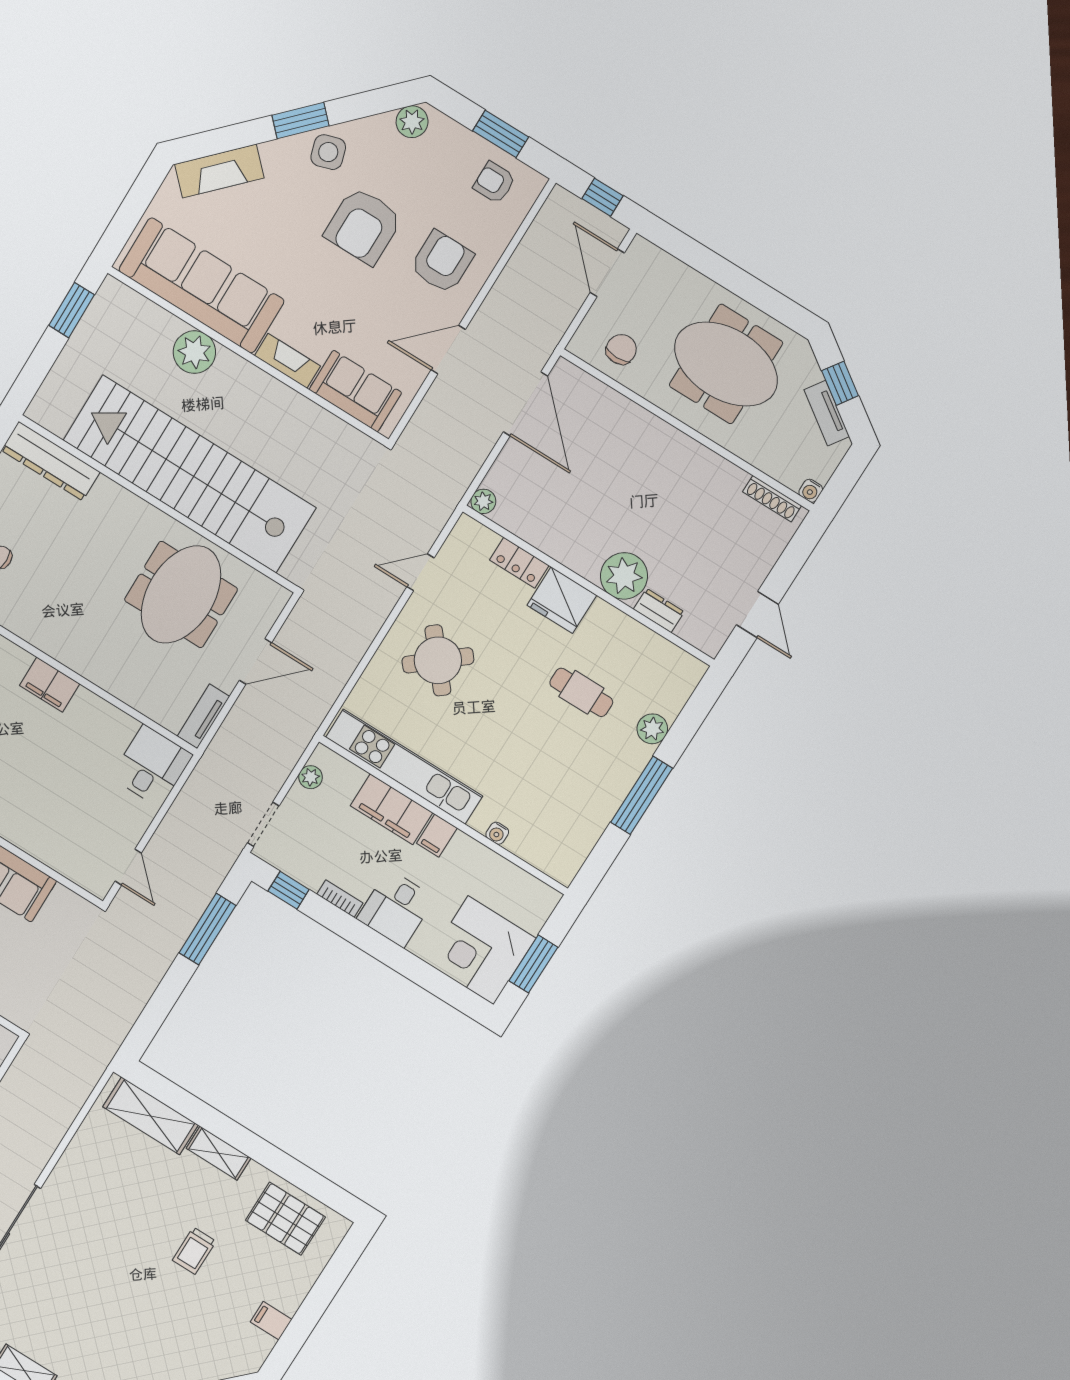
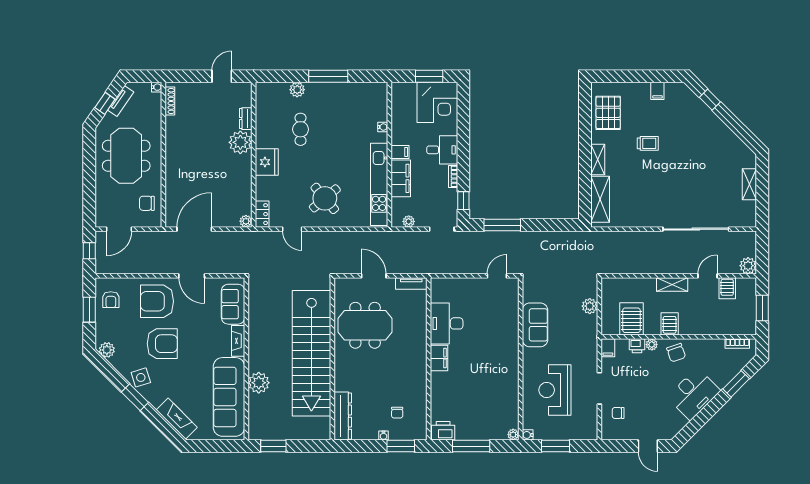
armchair: (442, 262) -> (157, 301), width x1.36, depth x1.36
locker: (519, 563) -> (262, 214), moved
desk: (152, 766) -> (447, 323), moved, width x1.37

